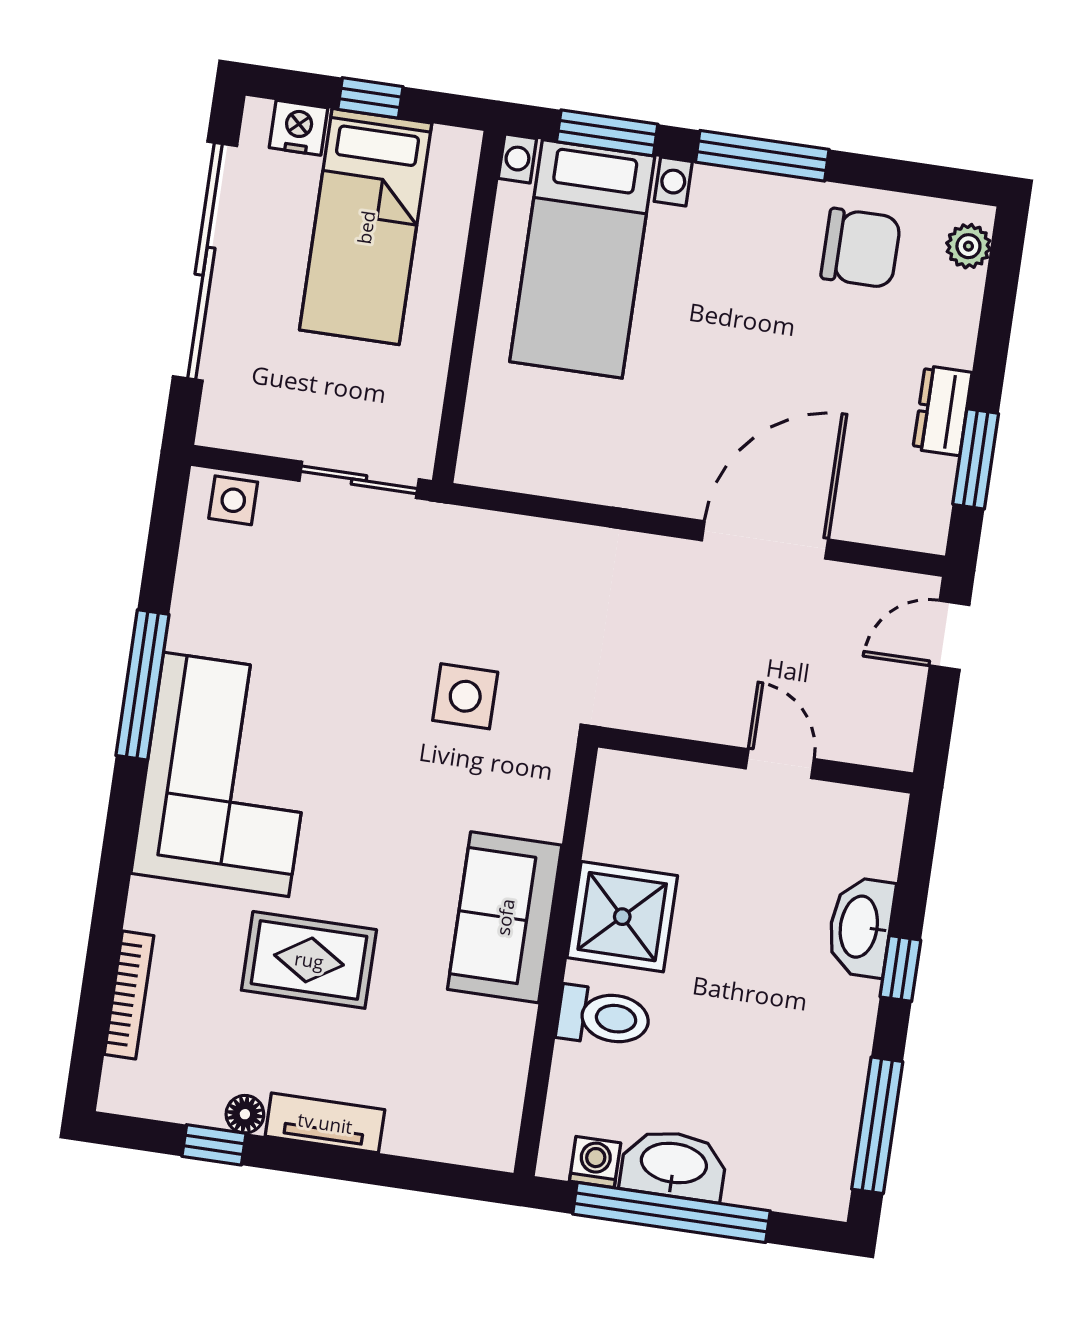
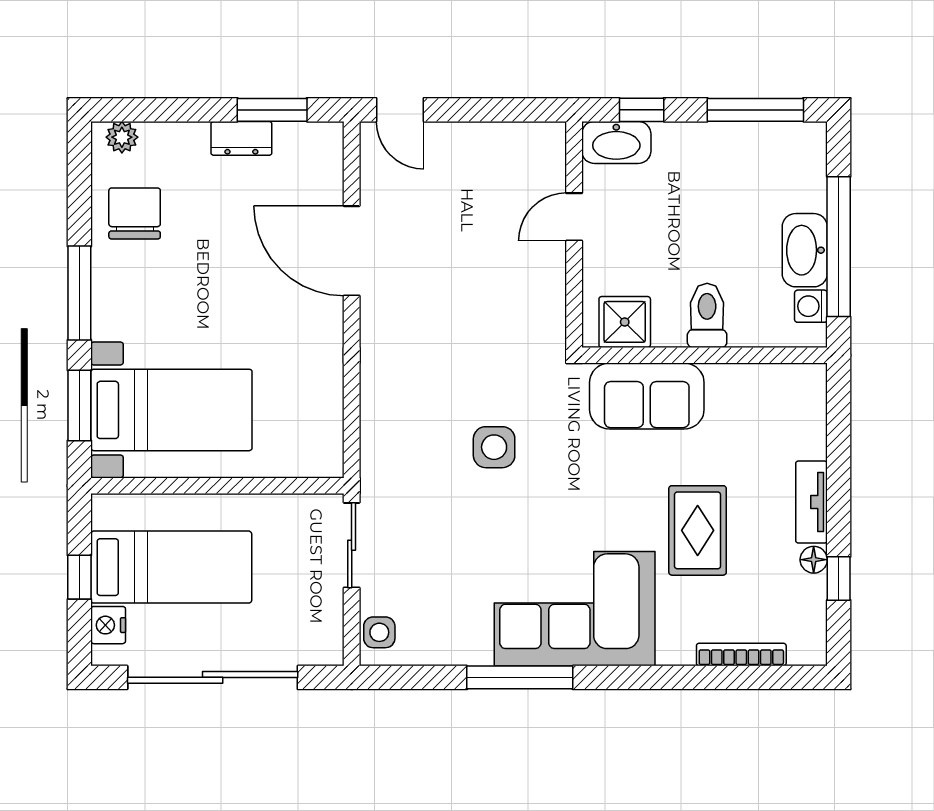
wall: (756, 760) -> (574, 234), moved
door: (780, 764) -> (574, 217), moved
shower: (622, 917) -> (625, 322), width x0.73, depth x0.73

